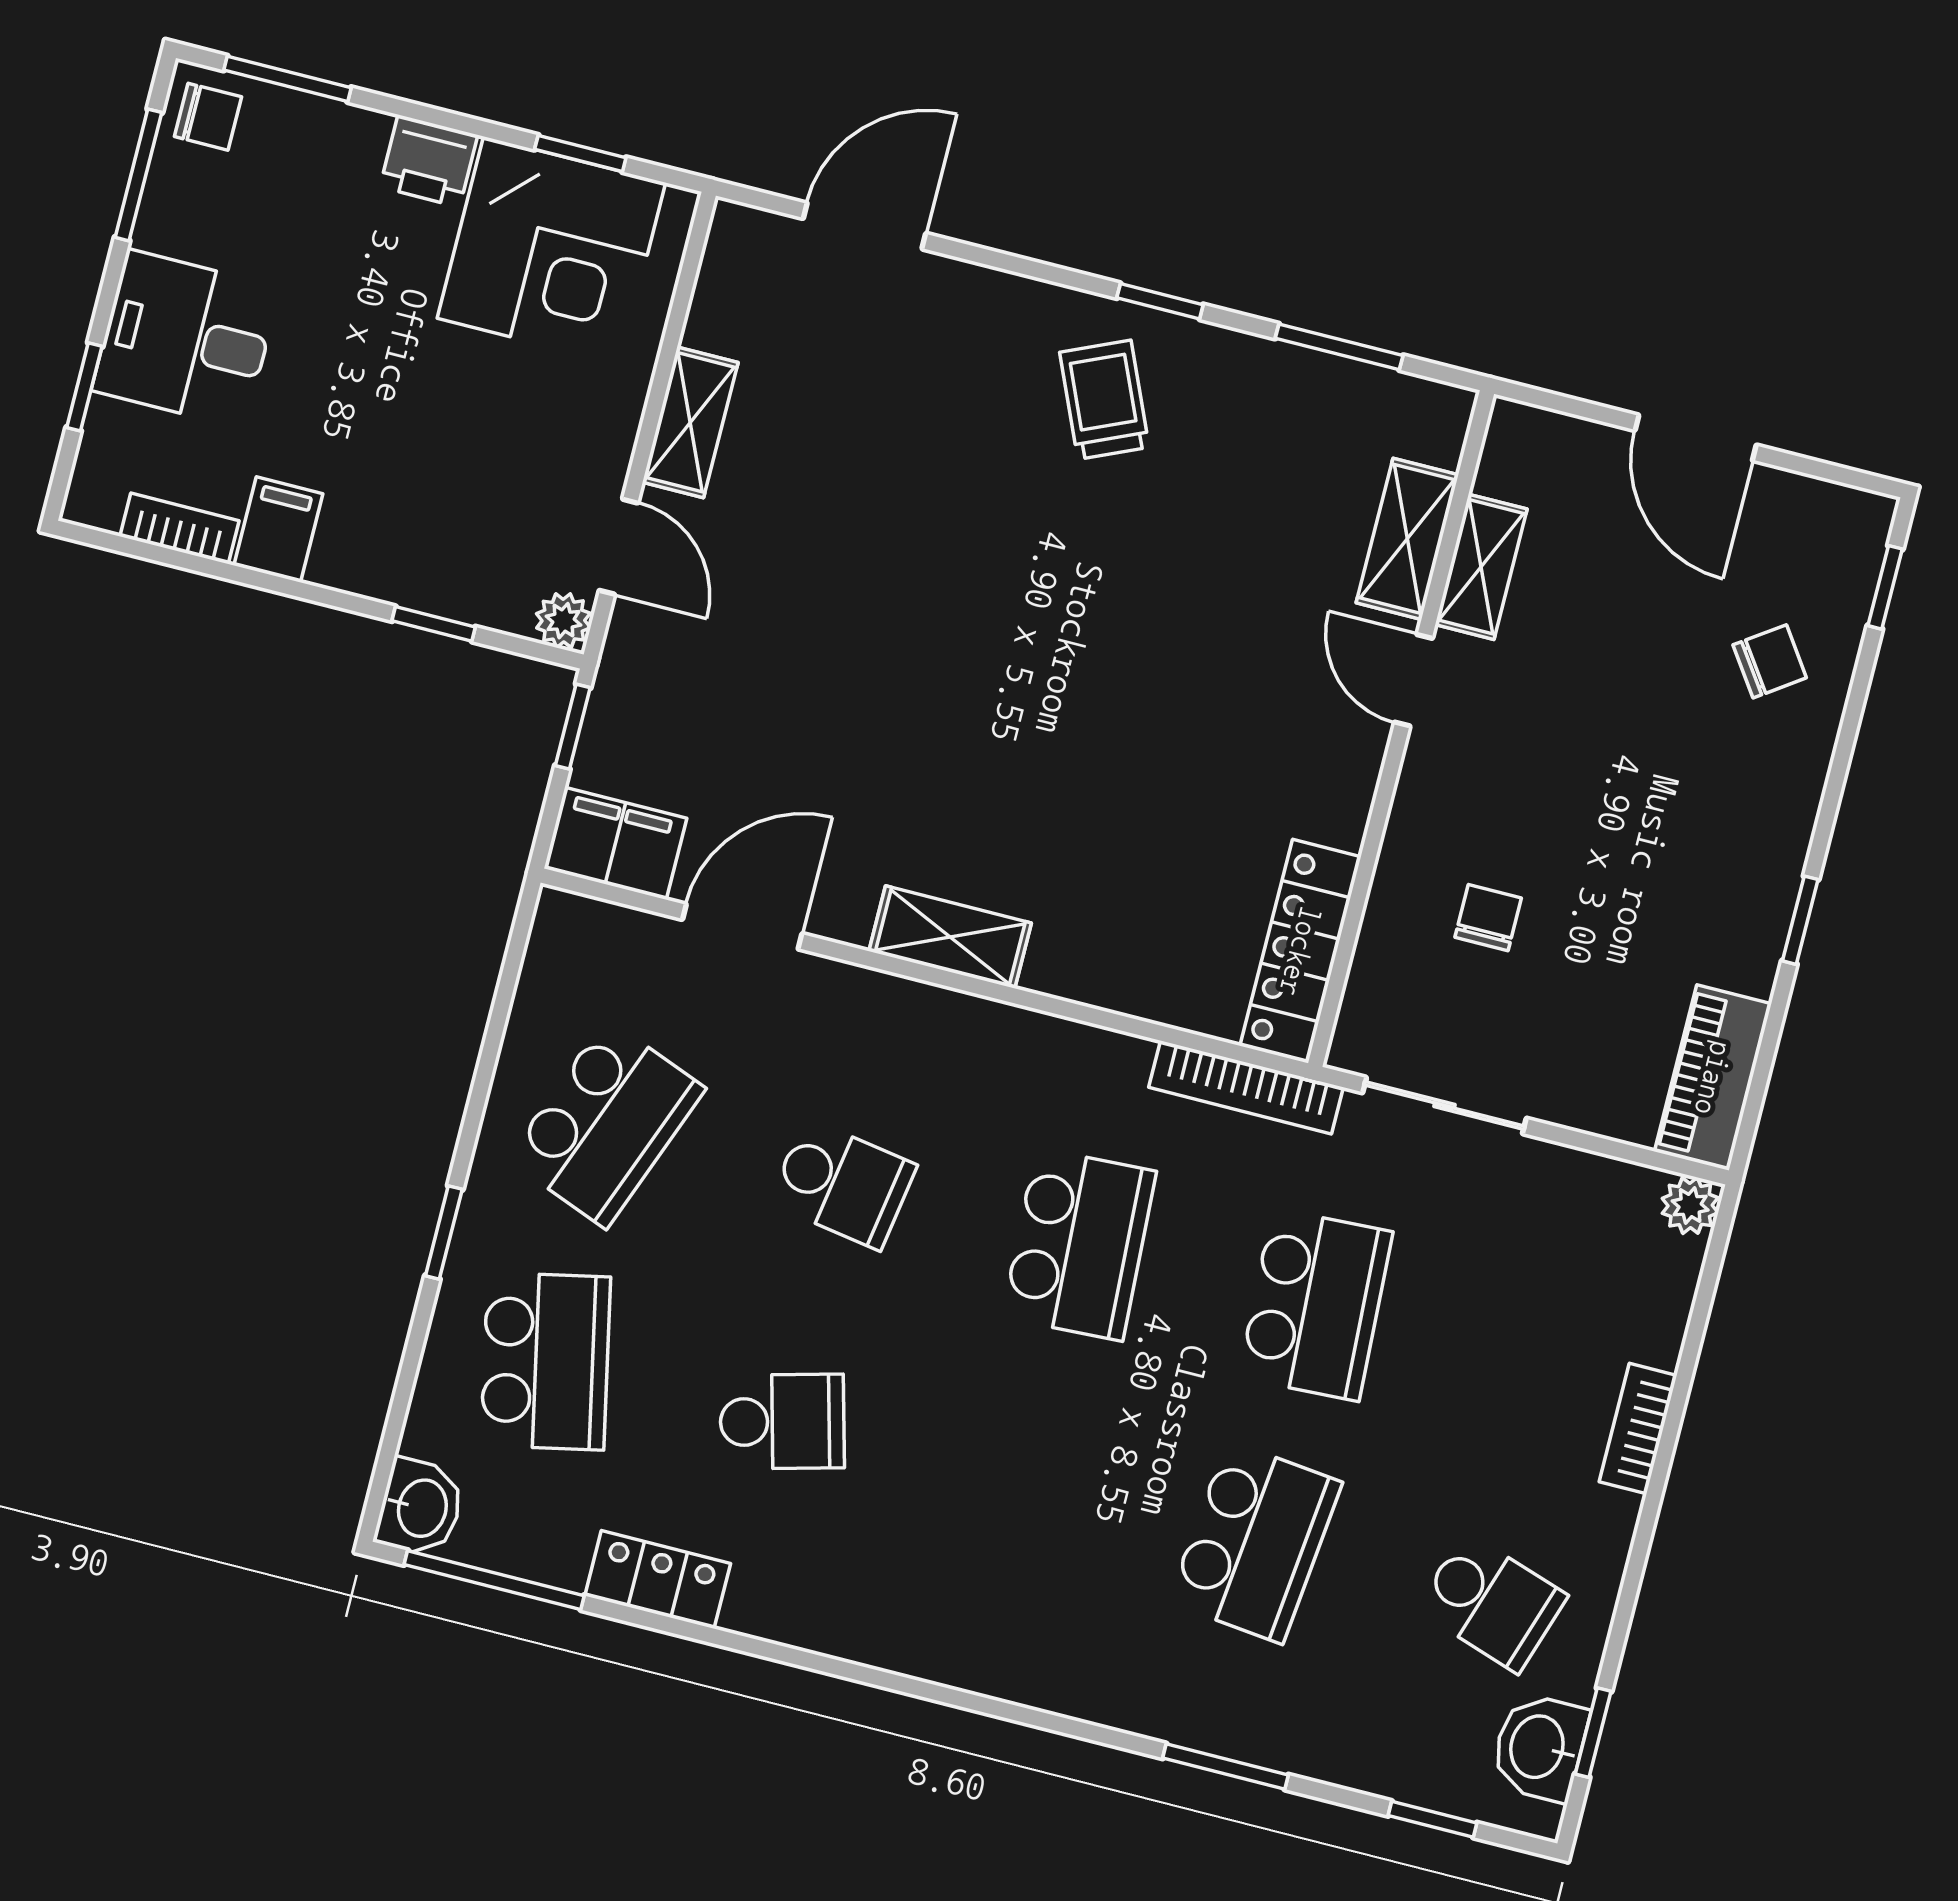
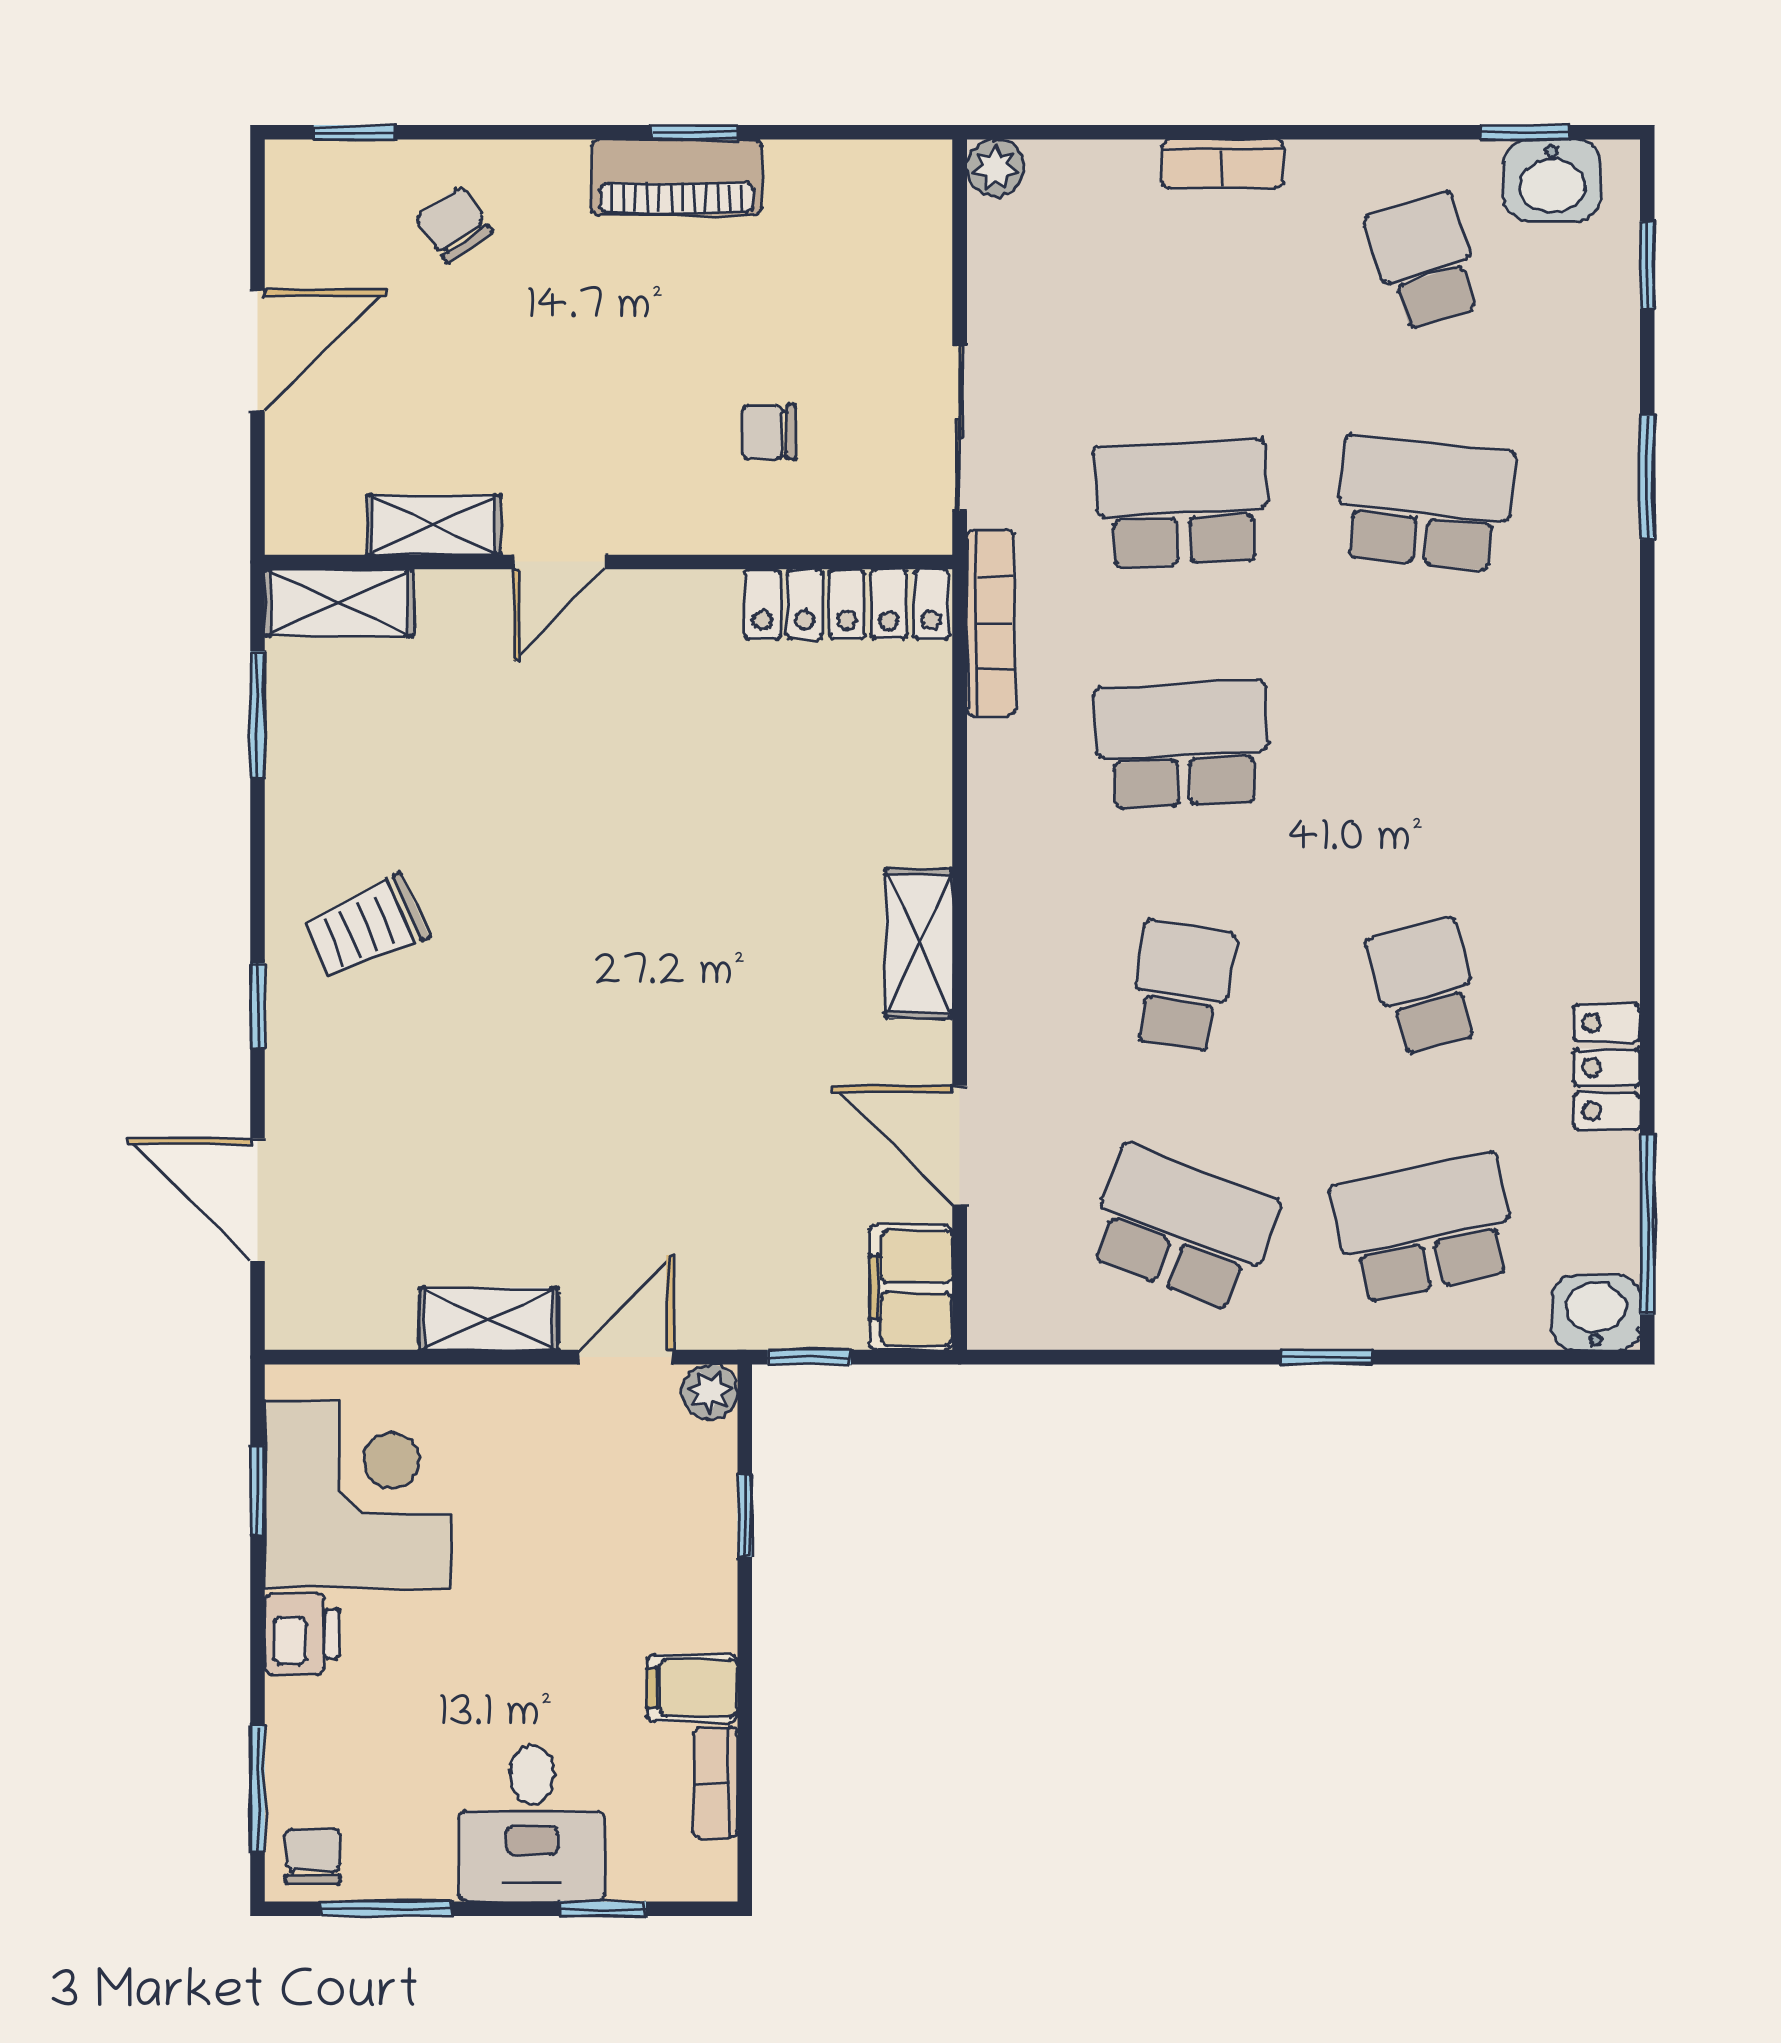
window: (1160, 301) -> (258, 1006), moved
shelving: (1407, 539) -> (339, 602), moved
piano: (1713, 1078) -> (677, 177), moved
school desk: (1492, 1602) -> (1425, 261), turned -36

